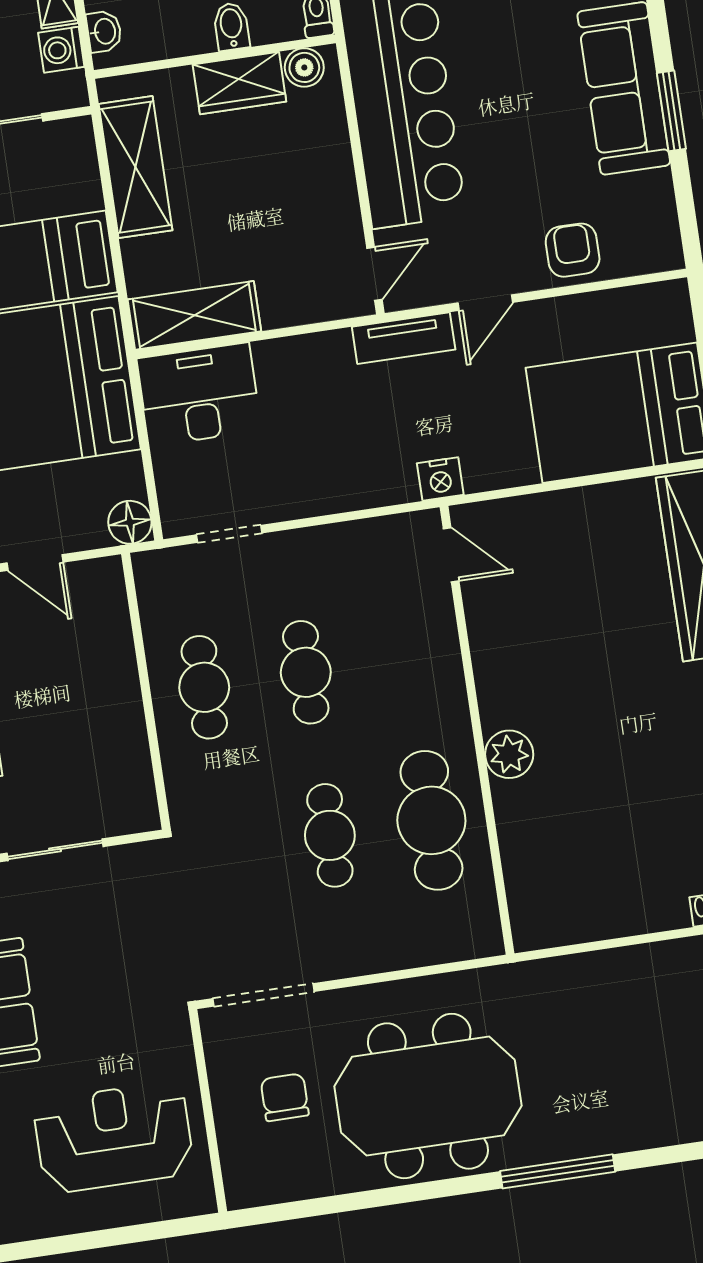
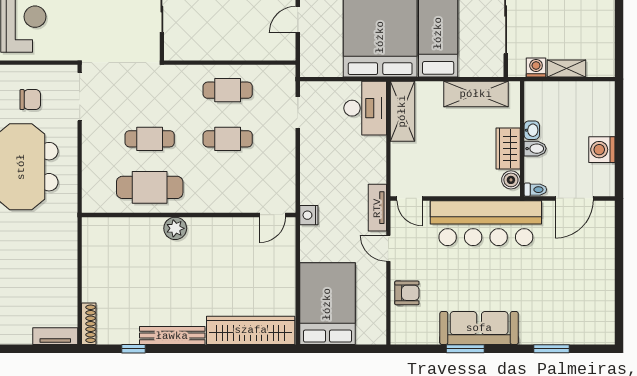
washbasin: (104, 31) -> (532, 130), moved, turned -90
floor lamp: (130, 522) -> (310, 67), removed

